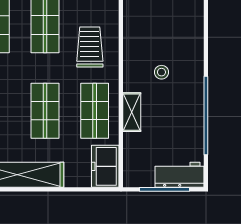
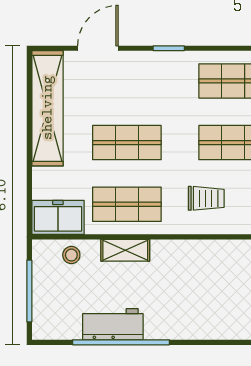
trolley: (90, 47) -> (206, 198), width x0.73, depth x0.72
stool: (161, 72) -> (71, 255), moved
workbench: (179, 175) -> (113, 324), moved, turned -90

